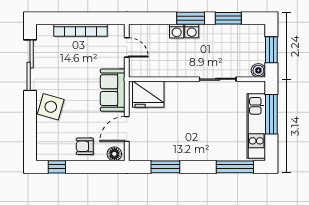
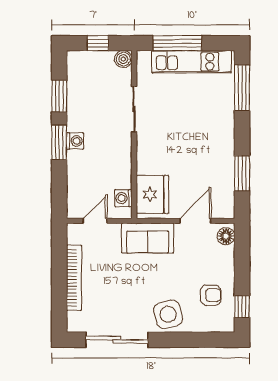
washing machine: (177, 31) -> (123, 198), moved, turned 180
window: (271, 50) -> (98, 43), width x0.67
side table: (51, 107) -> (168, 314), turned -31
door: (127, 129) -> (195, 221), swing flipped
armchair: (85, 146) -> (211, 295), moved, turned -90

